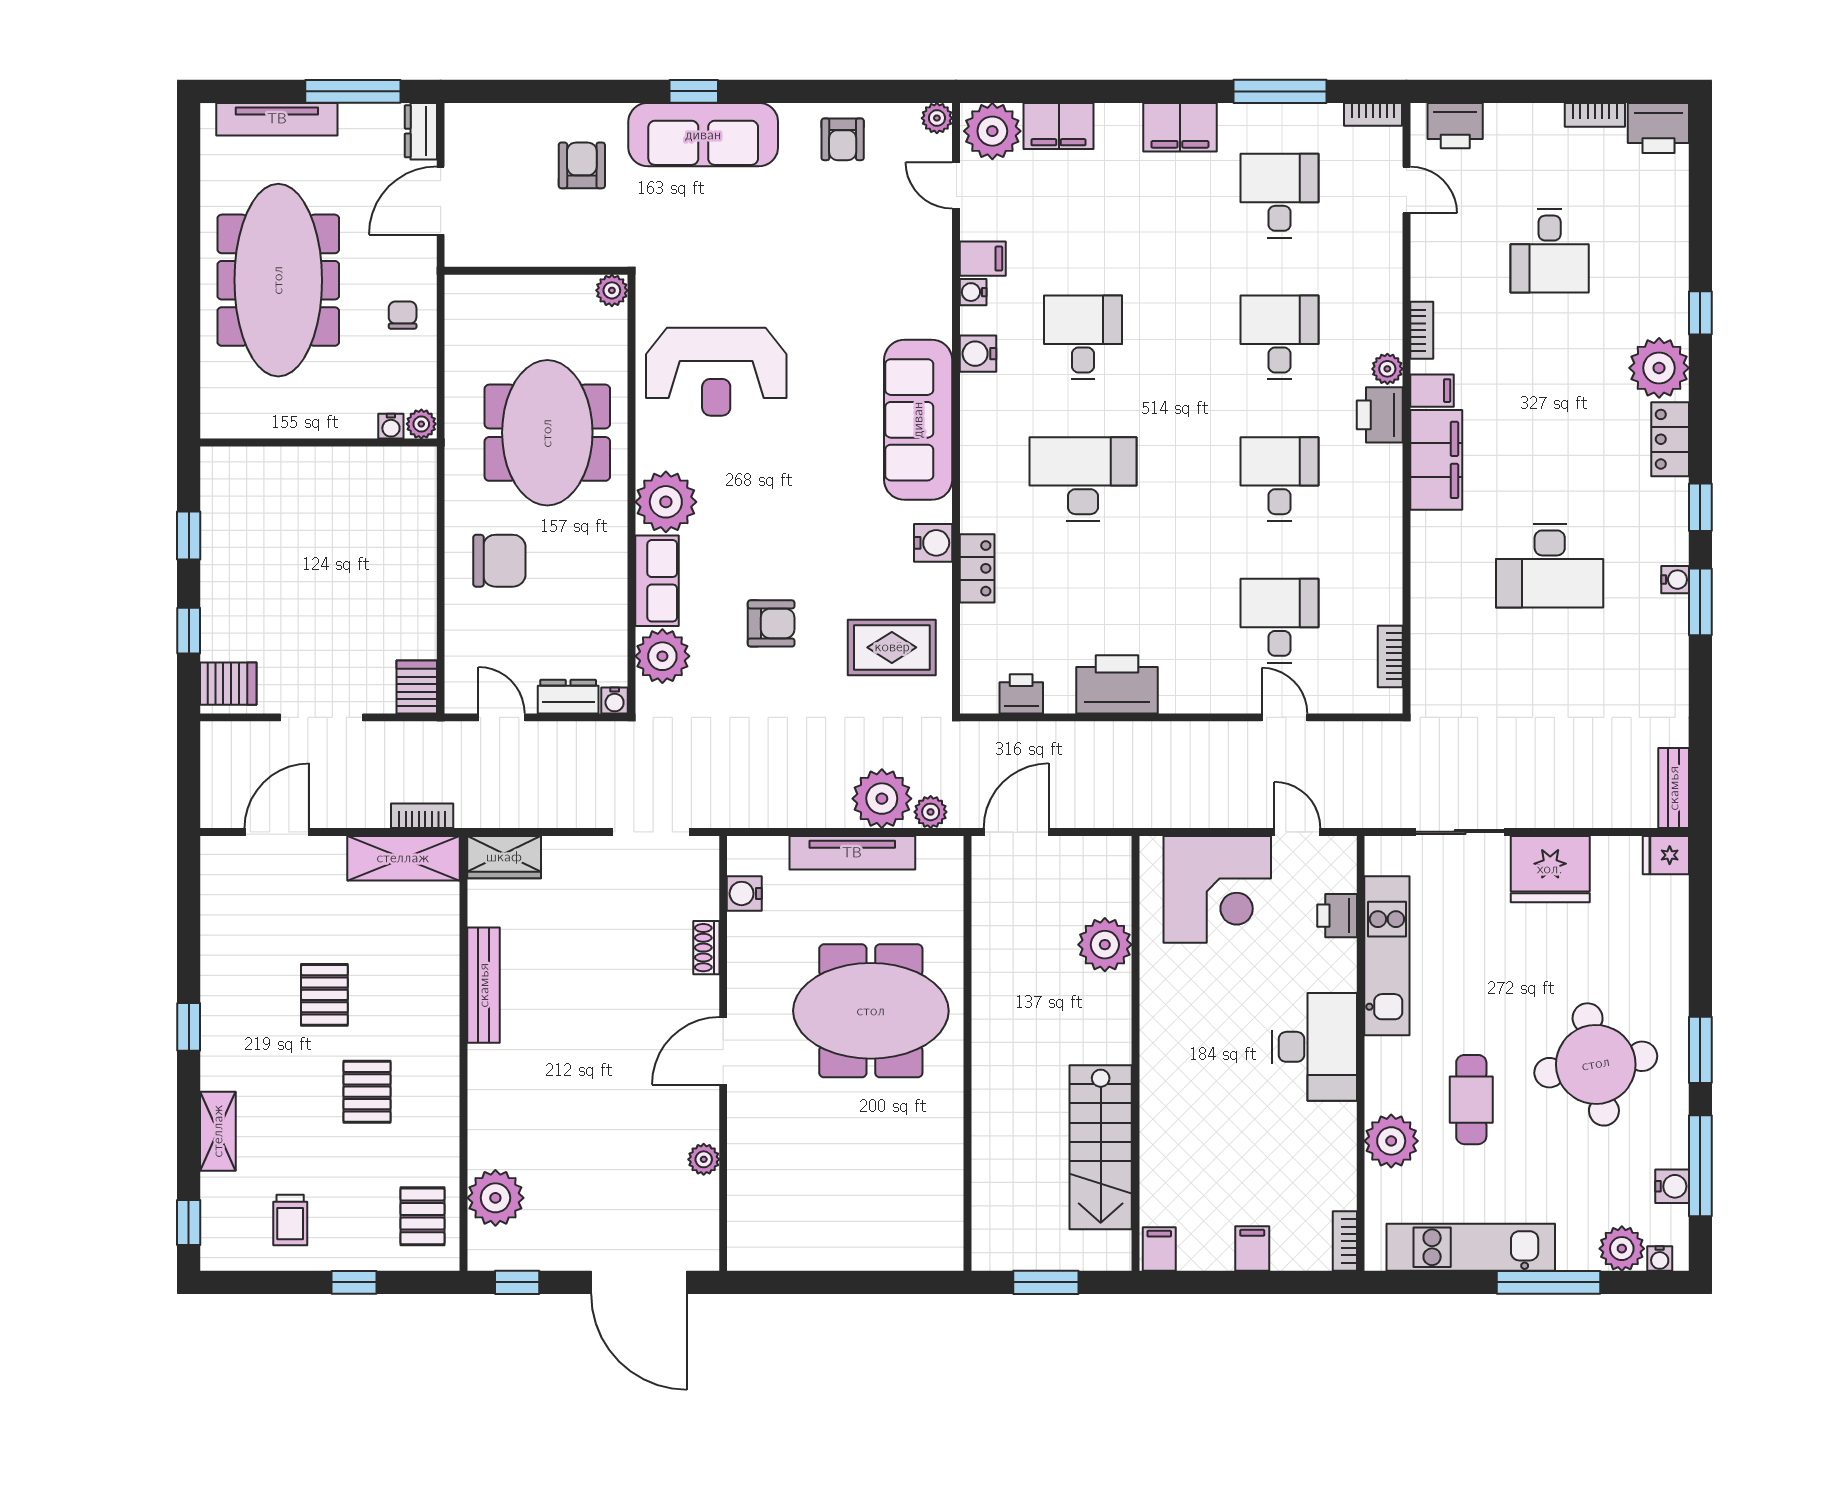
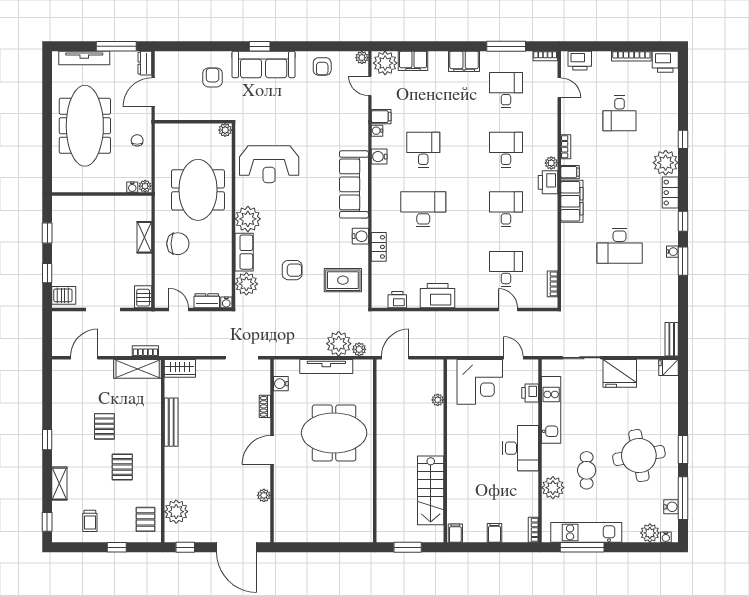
bookcase: (1595, 115) -> (631, 56), width x1.56
shelving: (420, 545) -> (144, 237), added
plant: (1105, 945) -> (438, 400), width x0.53, depth x0.53
window: (1548, 1282) -> (582, 547), moved

